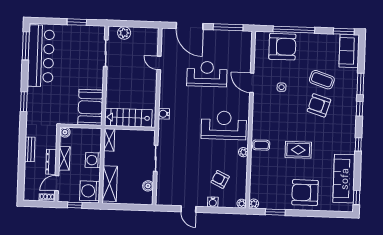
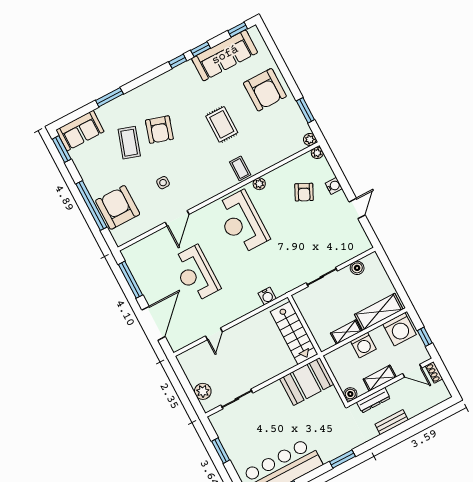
window: (360, 109) -> (201, 49), moved
shelving: (109, 140) -> (346, 332), moved
dresser: (51, 162) -> (373, 400), moved

